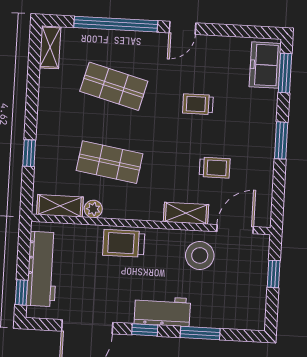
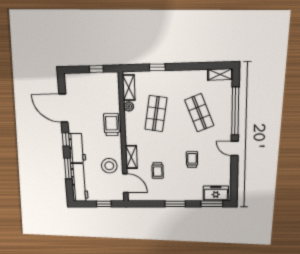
shop shelf: (114, 86) -> (199, 113), turned -36
workbench: (42, 269) -> (79, 183), moved, turned -90
window: (21, 292) -> (96, 69), moved

